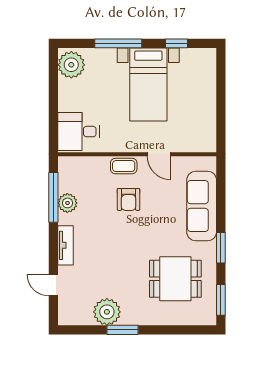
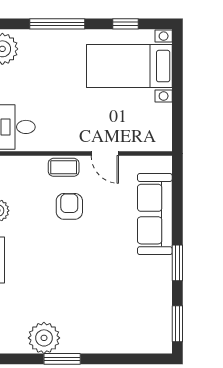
bed with nightstands: (148, 84) -> (129, 66), moved, turned 90
armchair: (129, 199) -> (69, 206), turned 180
dining table: (175, 279) -> (124, 299), removed

